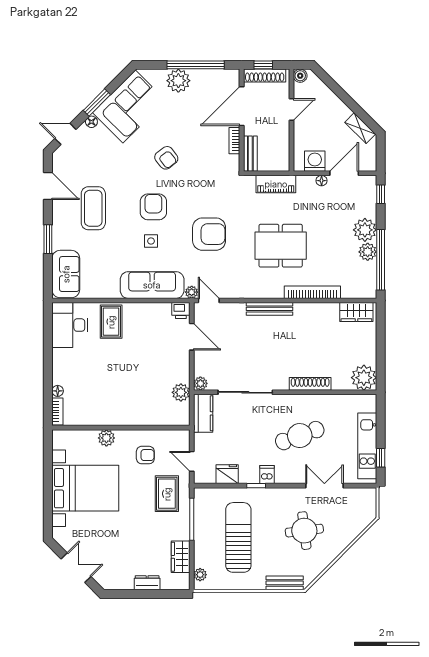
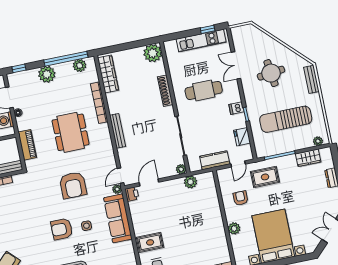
armchair: (166, 158) -> (25, 227), removed
armchair: (209, 234) -> (73, 185), turned 180
plant: (368, 252) -> (80, 65), moved
wardrobe: (356, 312) -> (108, 74), width x1.50
kitchen counter: (203, 413) -> (215, 160), moved
cafe table: (300, 436) -> (204, 90), turned -70

